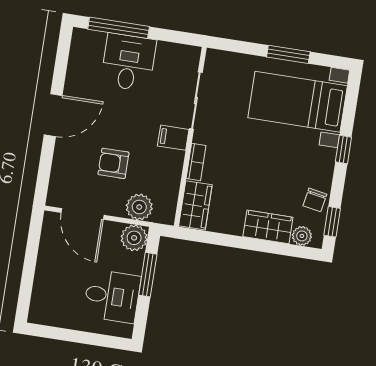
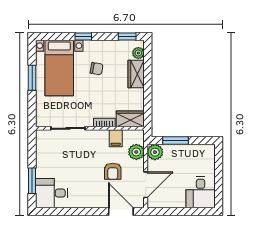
window: (119, 28) -> (32, 181), width x0.69
desk: (128, 62) -> (52, 193), moved
door: (53, 115) -> (121, 211), moved
filing cabinet: (173, 138) -> (116, 138), moved
chair: (315, 200) -> (96, 69), moved
desk: (112, 296) -> (201, 192), moved, turned 180

